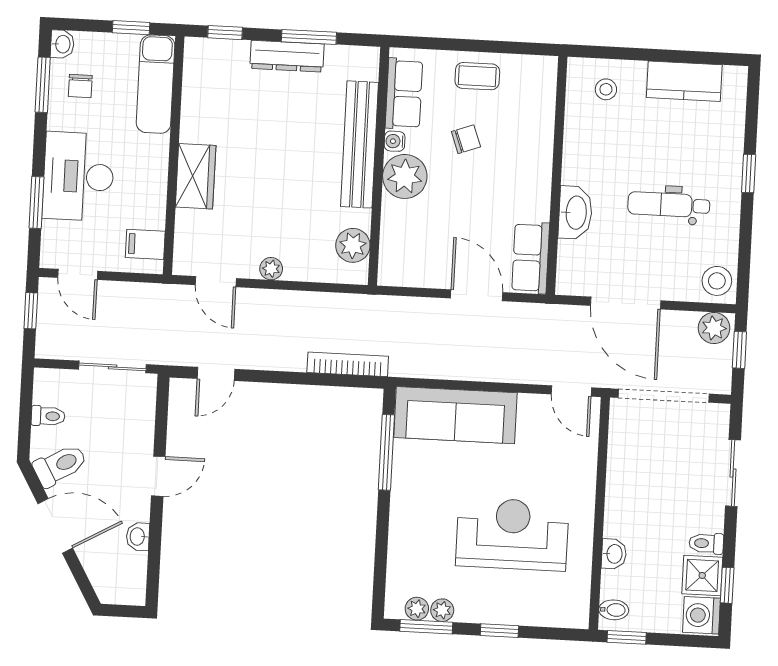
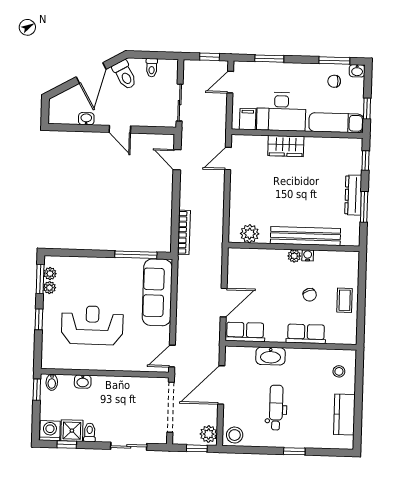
row of seats: (404, 94) -> (306, 334), moved, turned 180
desk: (78, 176) -> (281, 112), moved, turned 180
plant: (405, 176) -> (294, 256), width x0.53, depth x0.53
plant: (271, 269) -> (236, 189), removed
reception desk: (512, 534) -> (92, 325), turned -90

